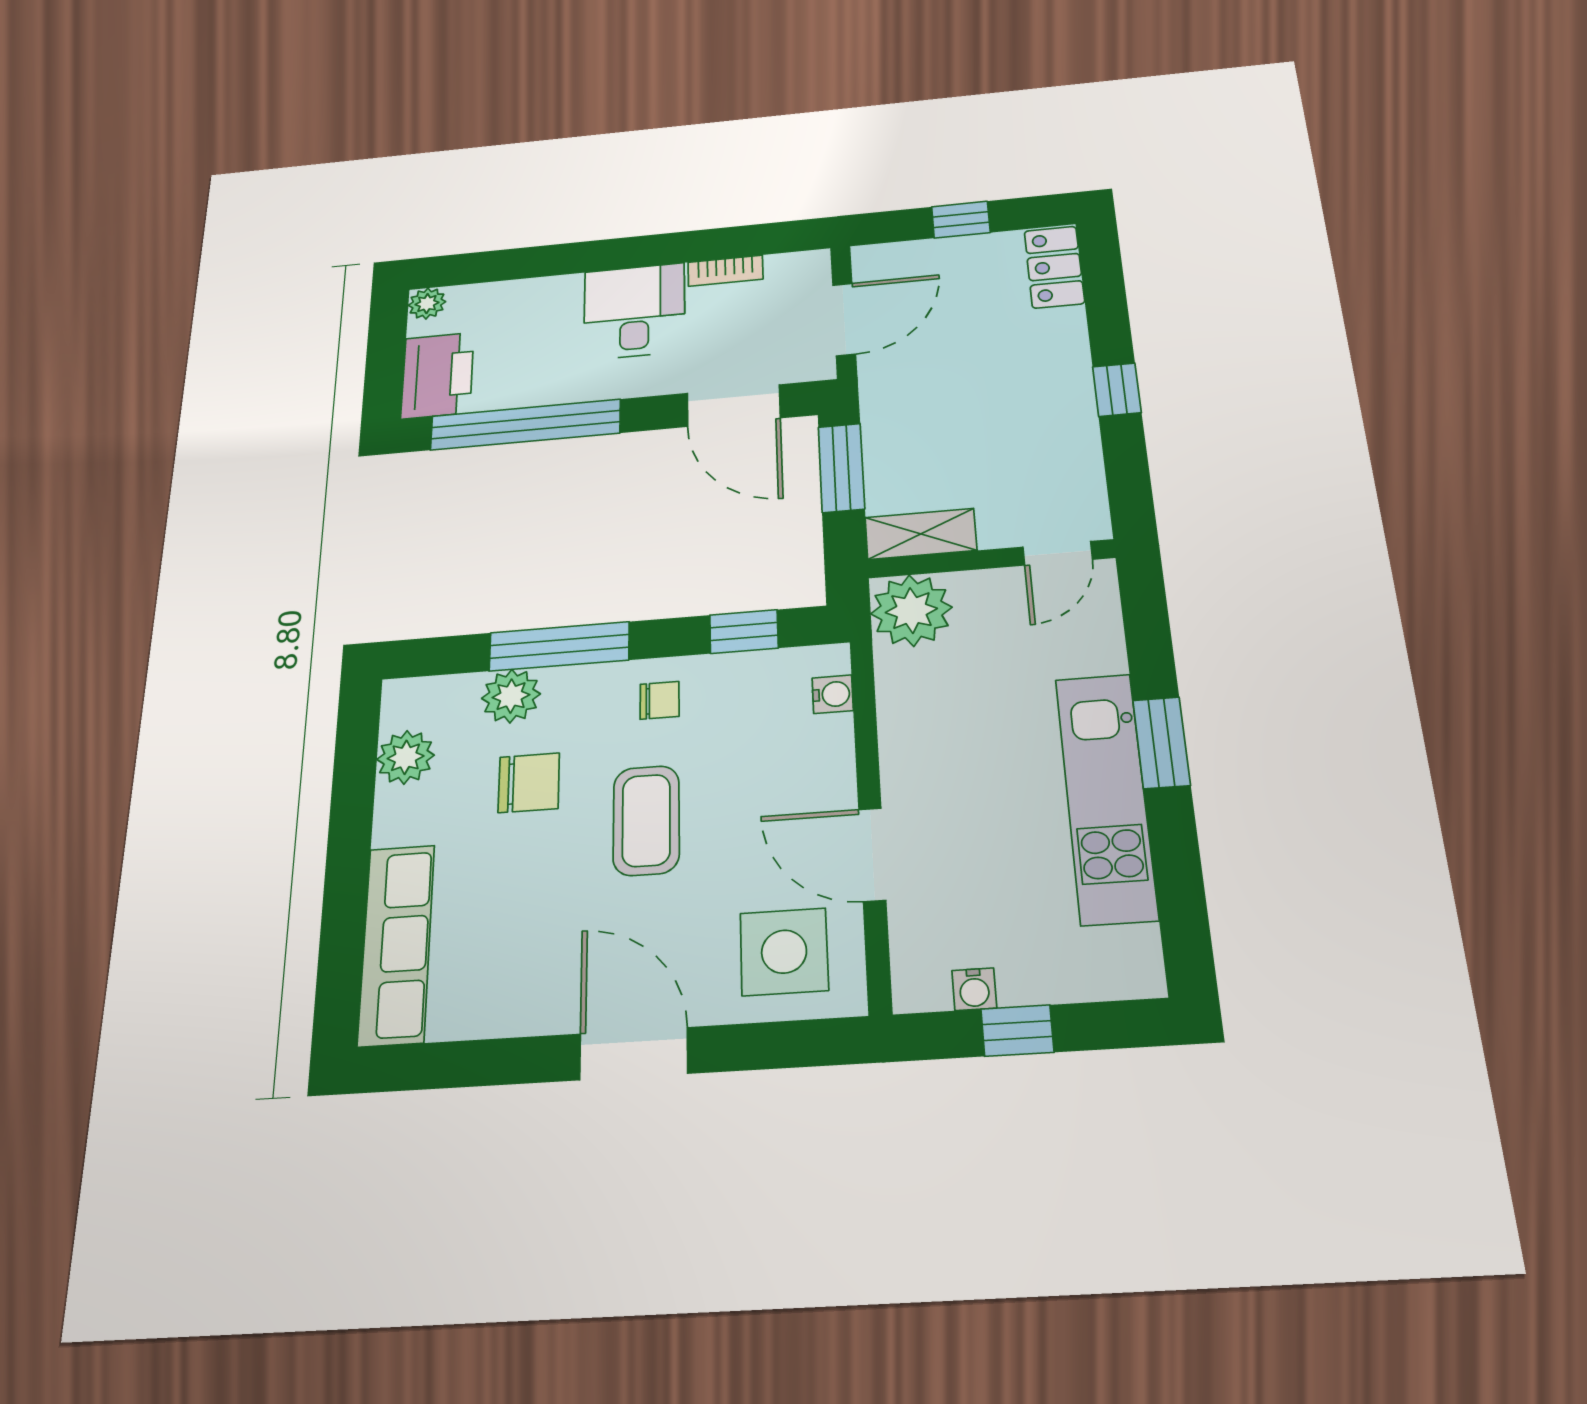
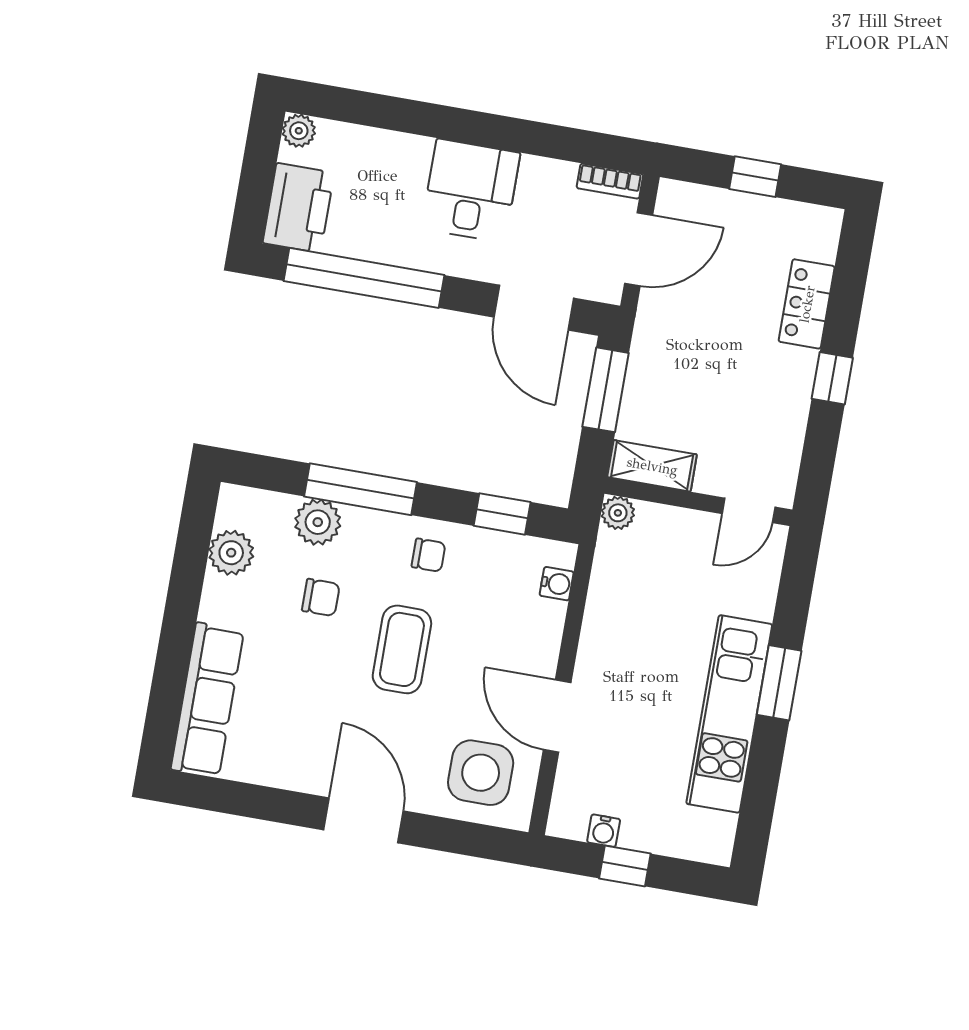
locker: (1054, 267) -> (807, 304), moved
bookcase: (725, 271) -> (610, 181), moved
plant: (911, 611) -> (618, 513), width x0.53, depth x0.53
chair: (529, 783) -> (321, 597), width x0.73, depth x0.73

